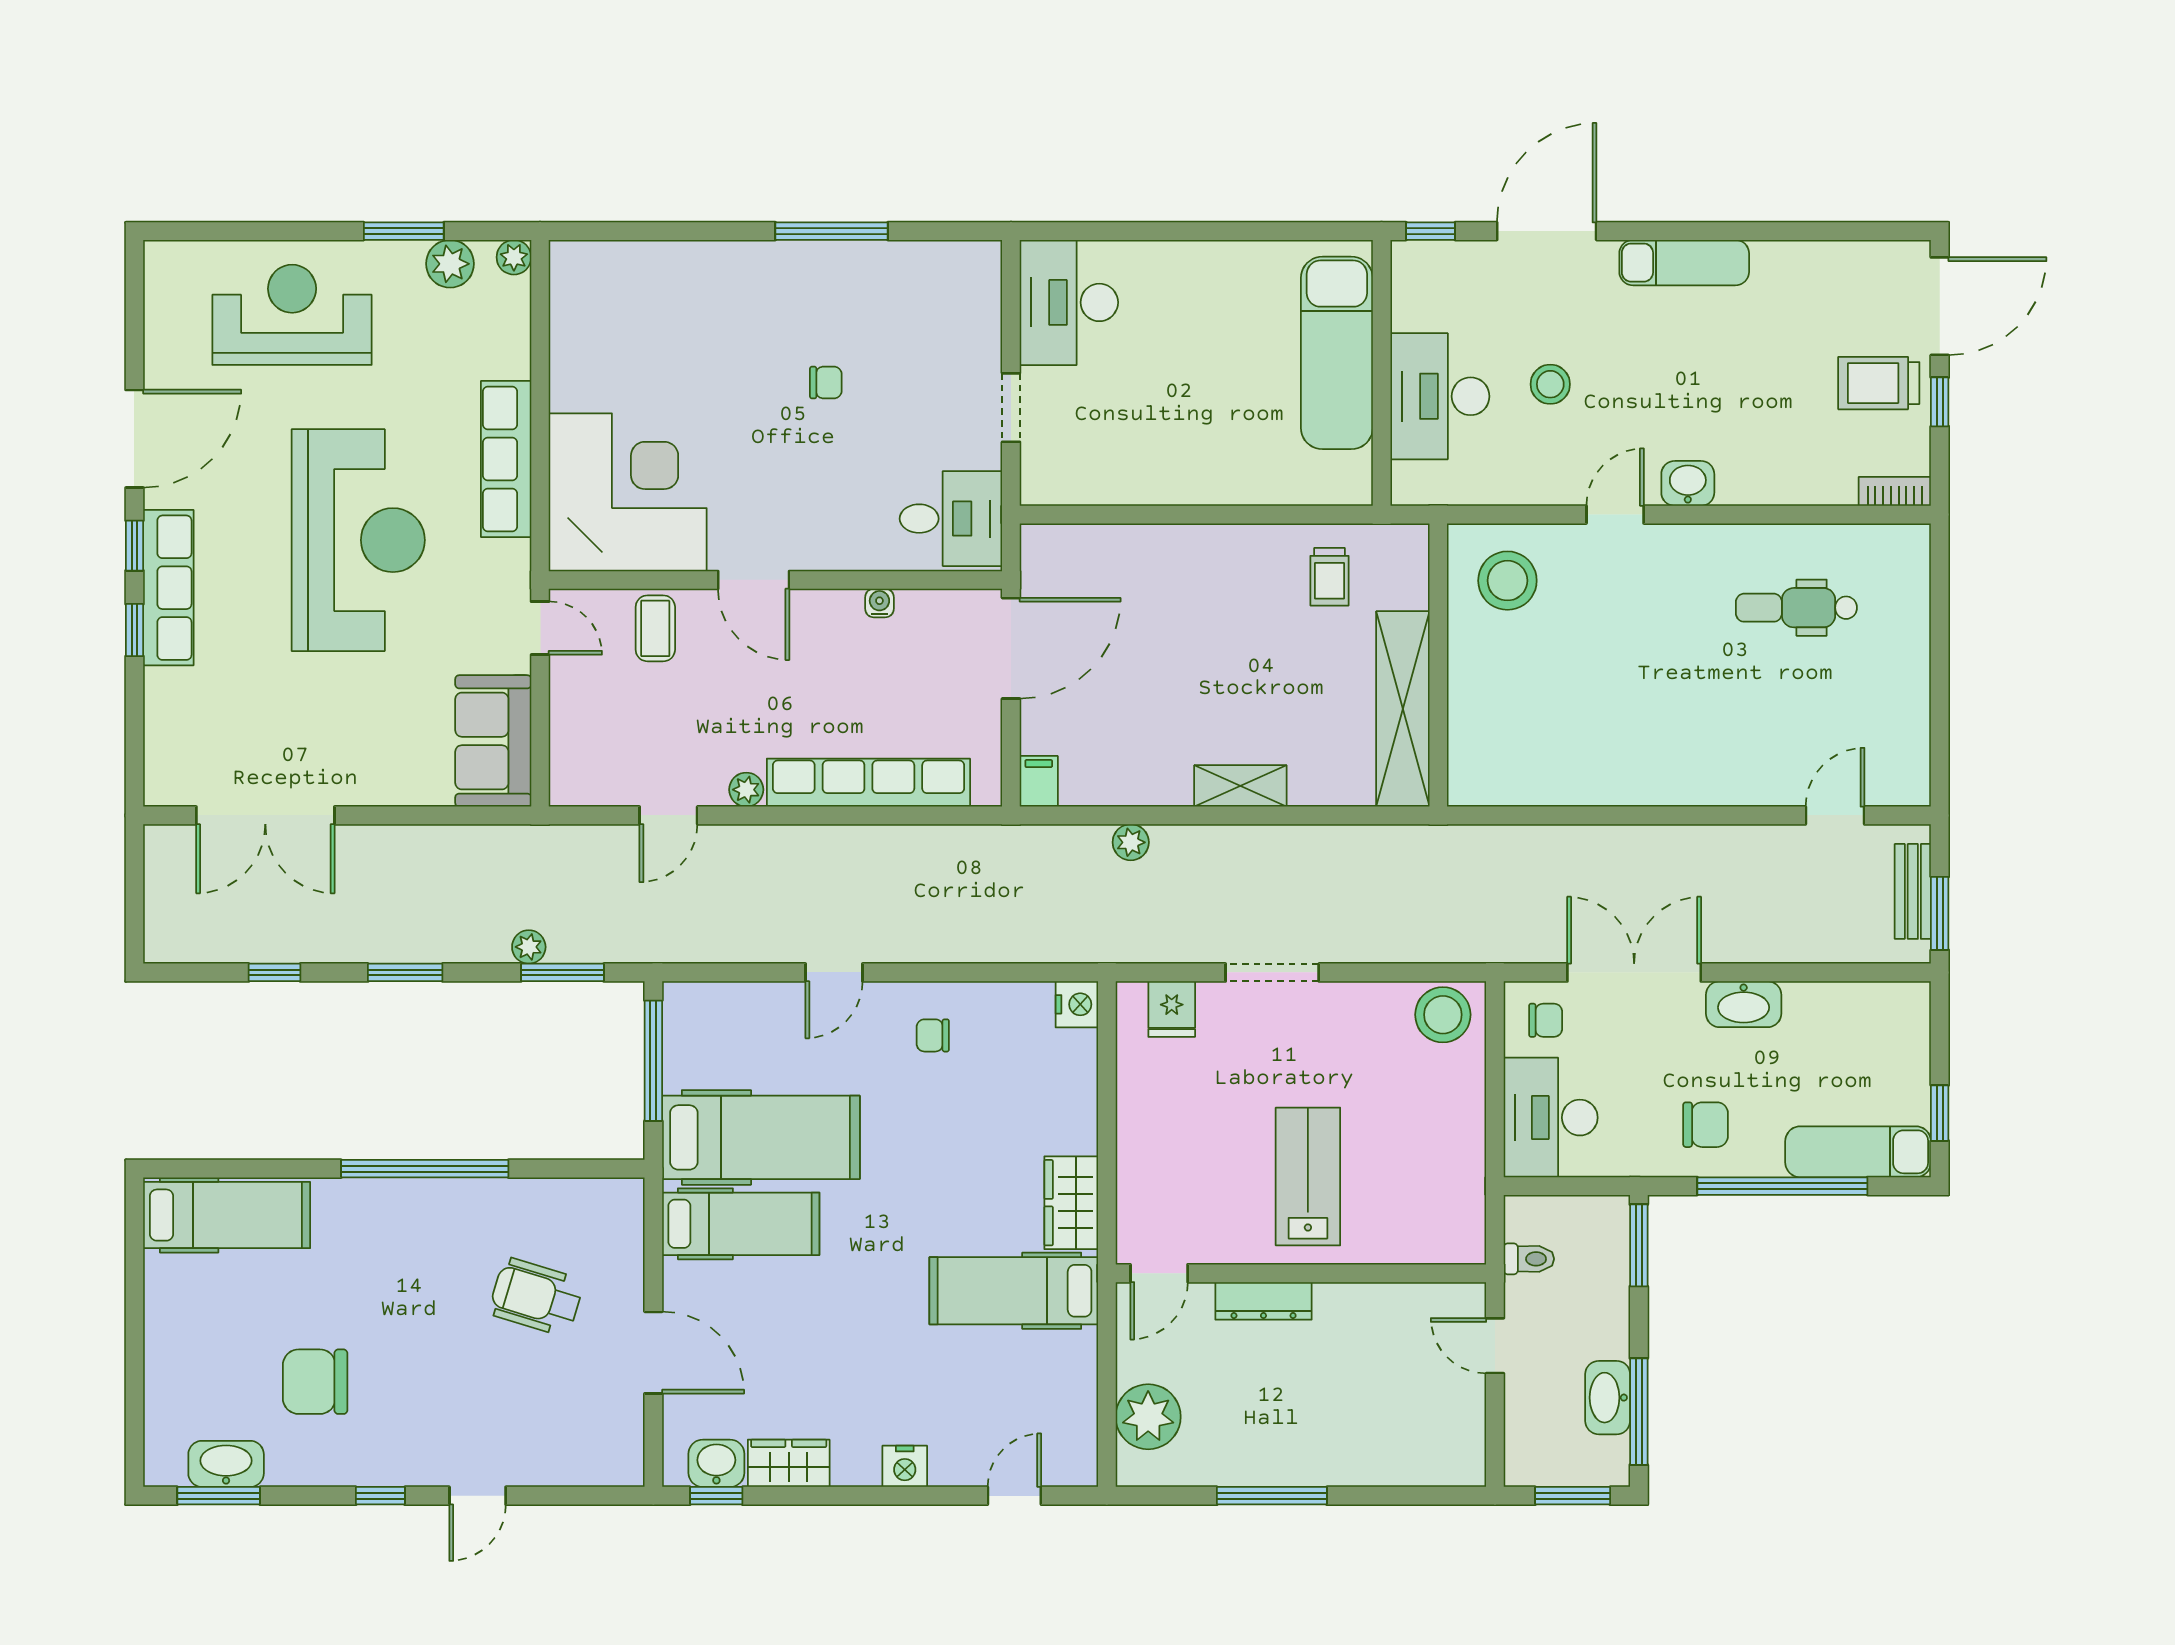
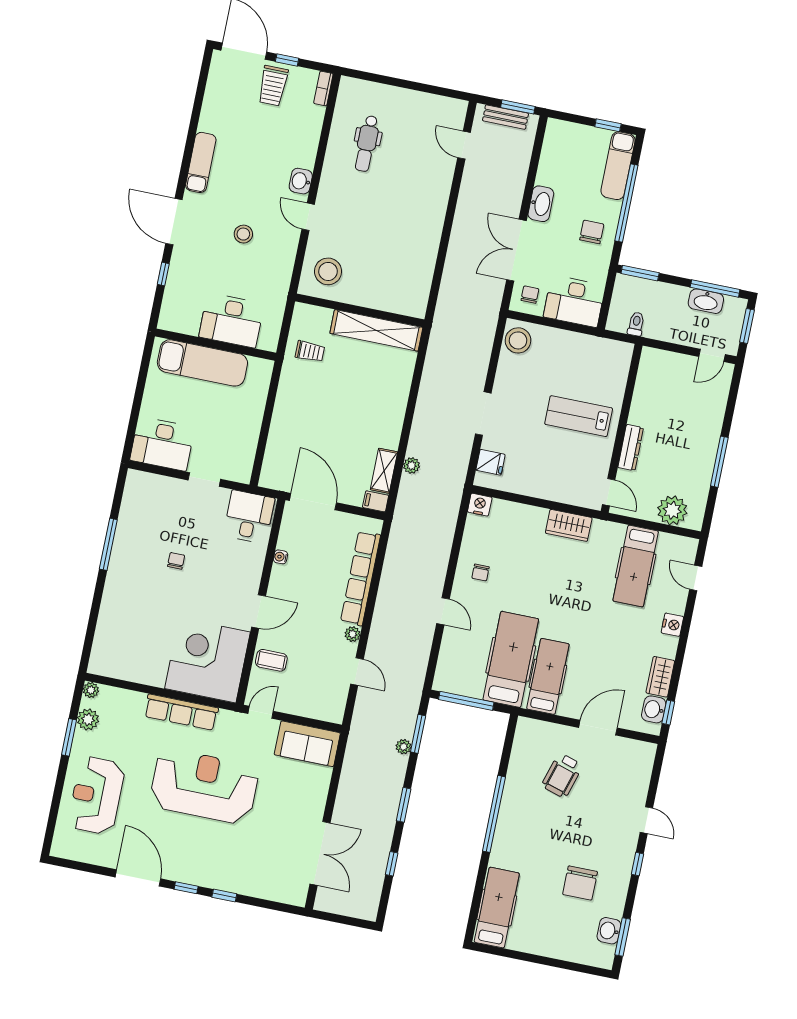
exam couch: (1337, 353) -> (202, 363), moved
wall: (1382, 373) -> (216, 345), moved
desk: (1440, 396) -> (231, 320), moved
row of seats: (168, 588) -> (208, 876), removed
shelving: (1240, 786) -> (384, 471), moved
hospital bed: (1014, 1291) -> (636, 566), moved
door: (1495, 1346) -> (712, 355), moved
washbasin: (226, 1464) -> (609, 931), width x0.72

